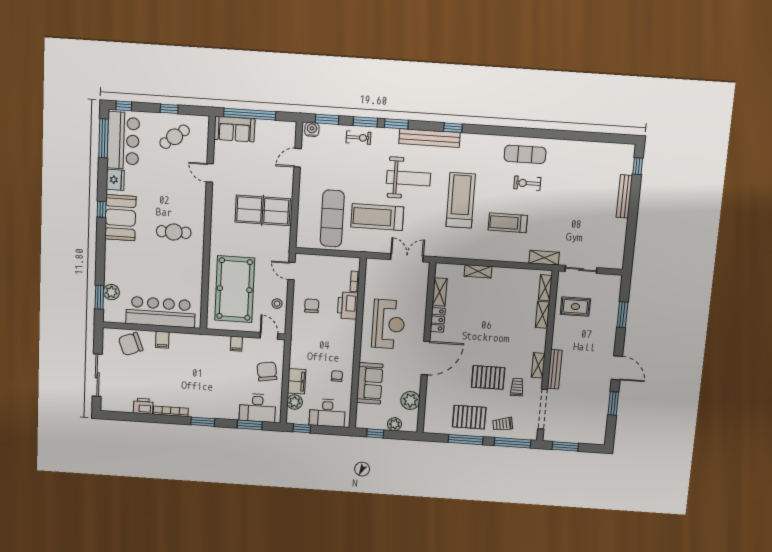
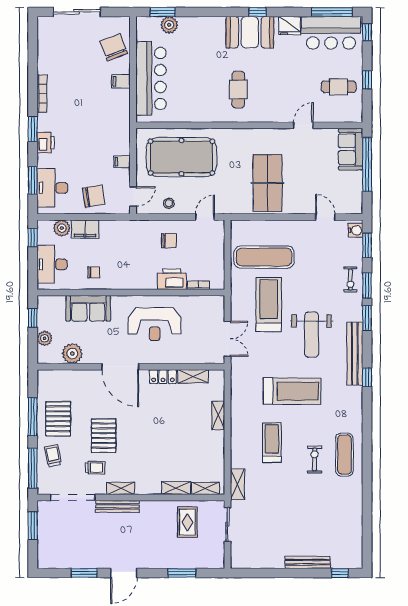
cafe table: (175, 137) -> (339, 87), turned -53
printer: (143, 406) -> (46, 143), moved

